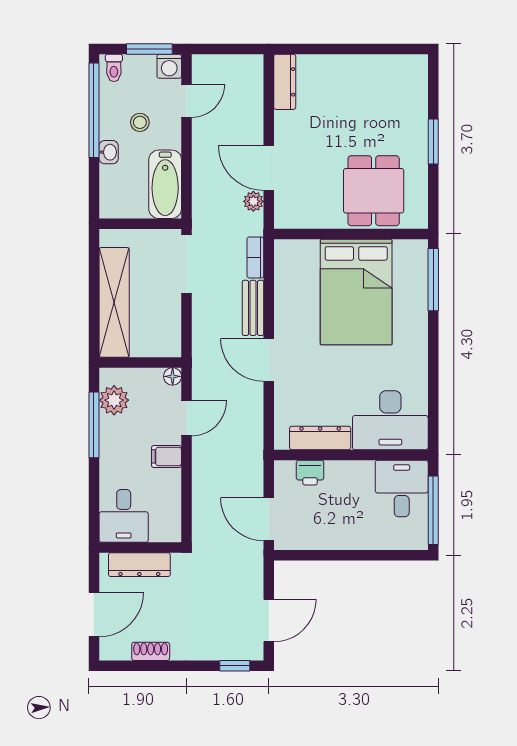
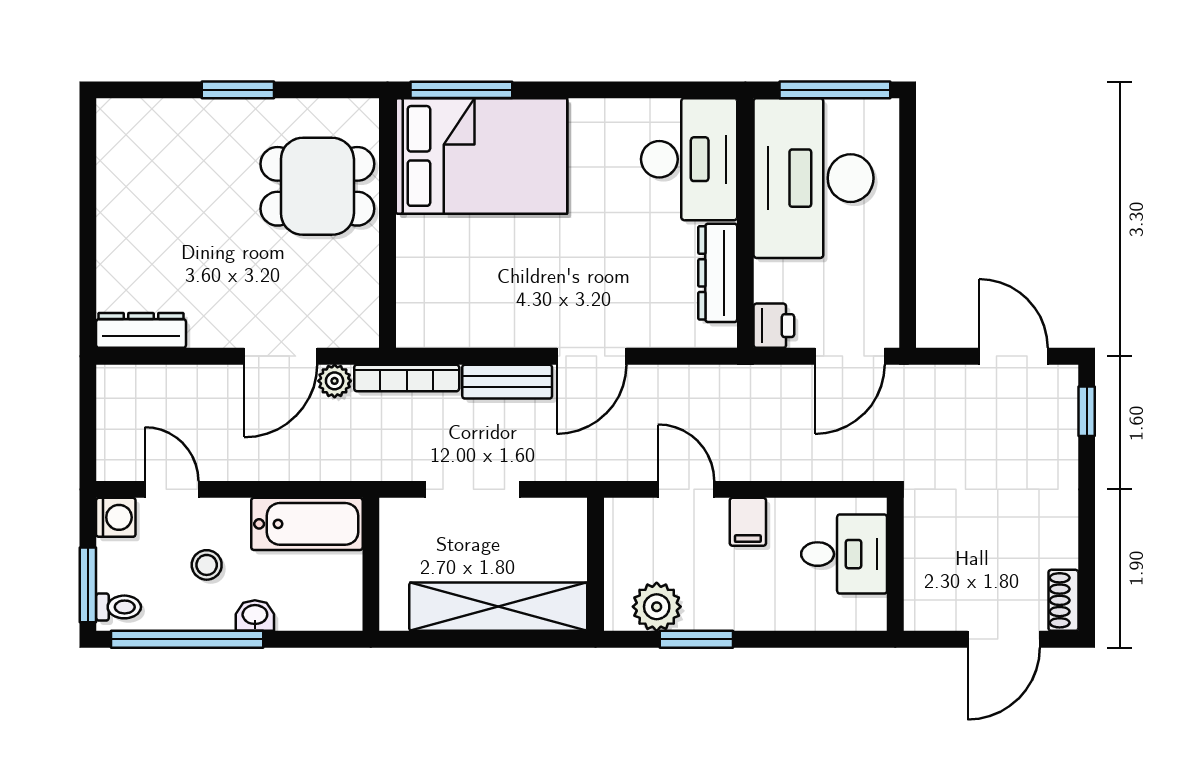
window: (149, 49) -> (88, 585), moved
bookcase: (255, 257) -> (407, 378), width x1.56
doorway: (186, 264) -> (472, 489), moved
bed: (356, 292) -> (481, 156), moved
floor lamp: (173, 376) -> (618, 512), removed
window: (94, 425) -> (696, 639), width x0.69
printer: (310, 473) -> (774, 326), moved
desk: (402, 489) -> (814, 178), width x1.87, depth x1.30
desk: (124, 516) -> (844, 554), moved
dresser: (139, 565) -> (923, 566), removed
door: (94, 614) -> (1004, 639), swing flipped
shoe rack: (151, 651) -> (1063, 600), moved

